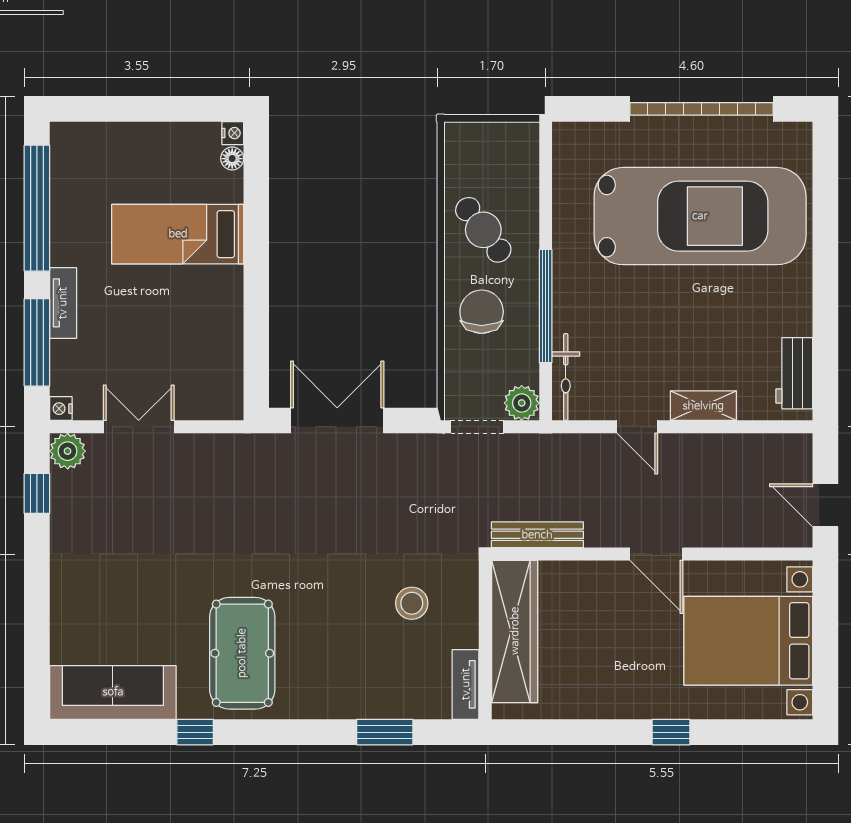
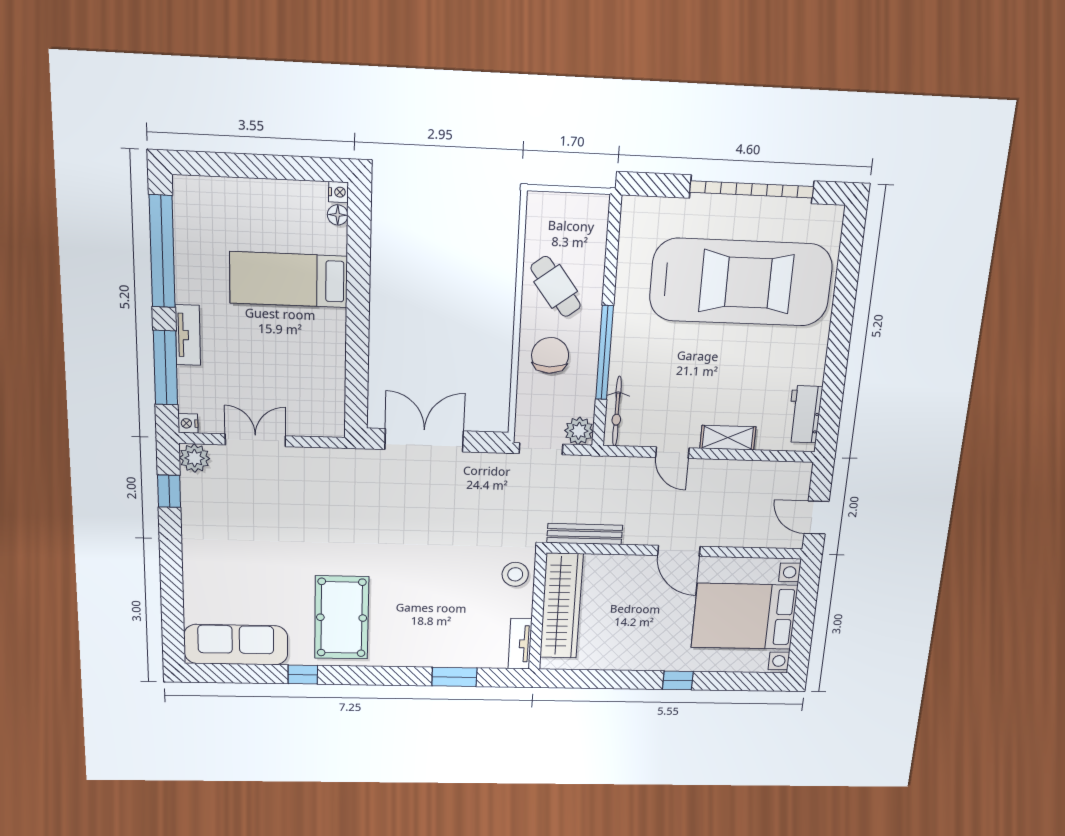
stool: (412, 603) -> (515, 574), moved

